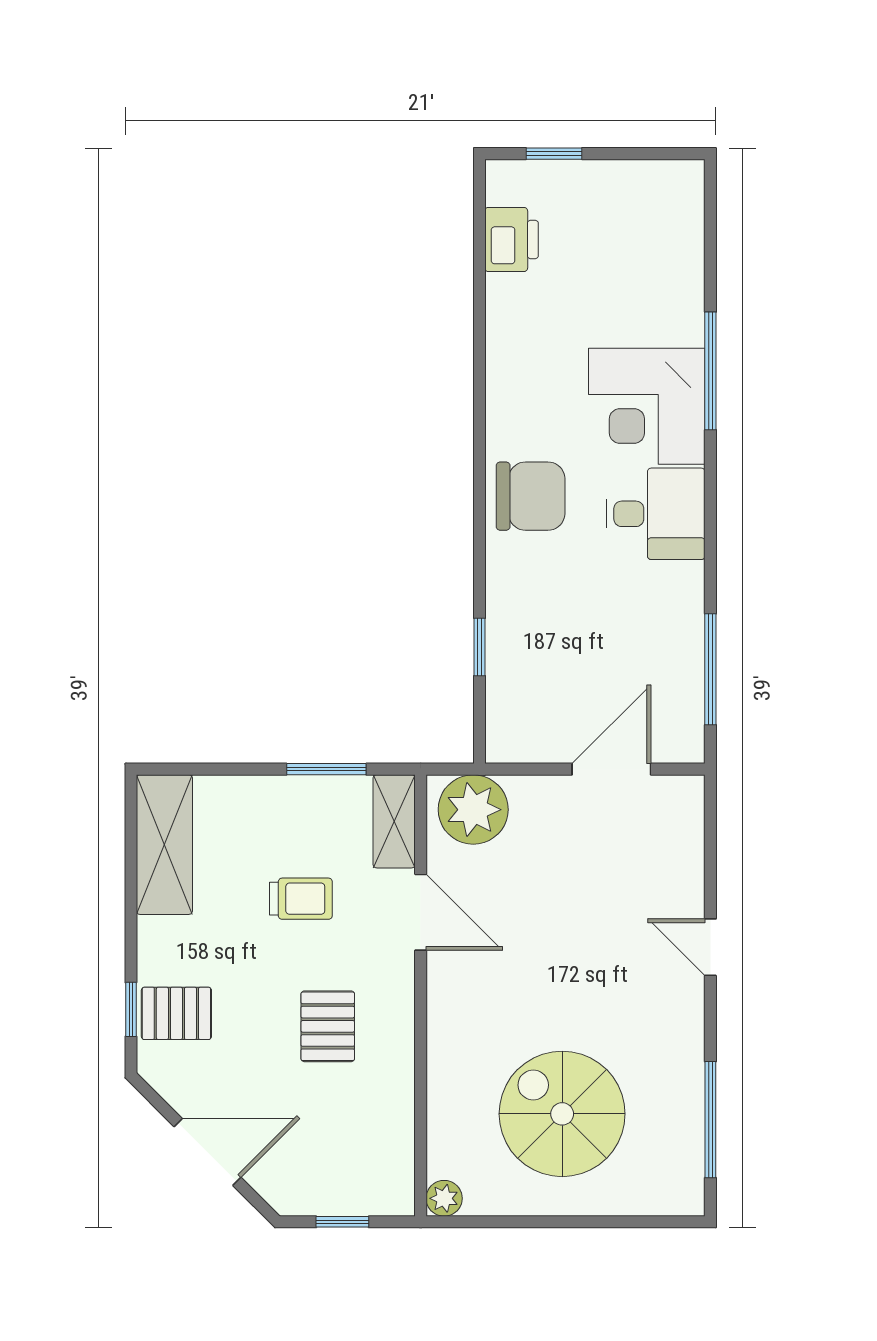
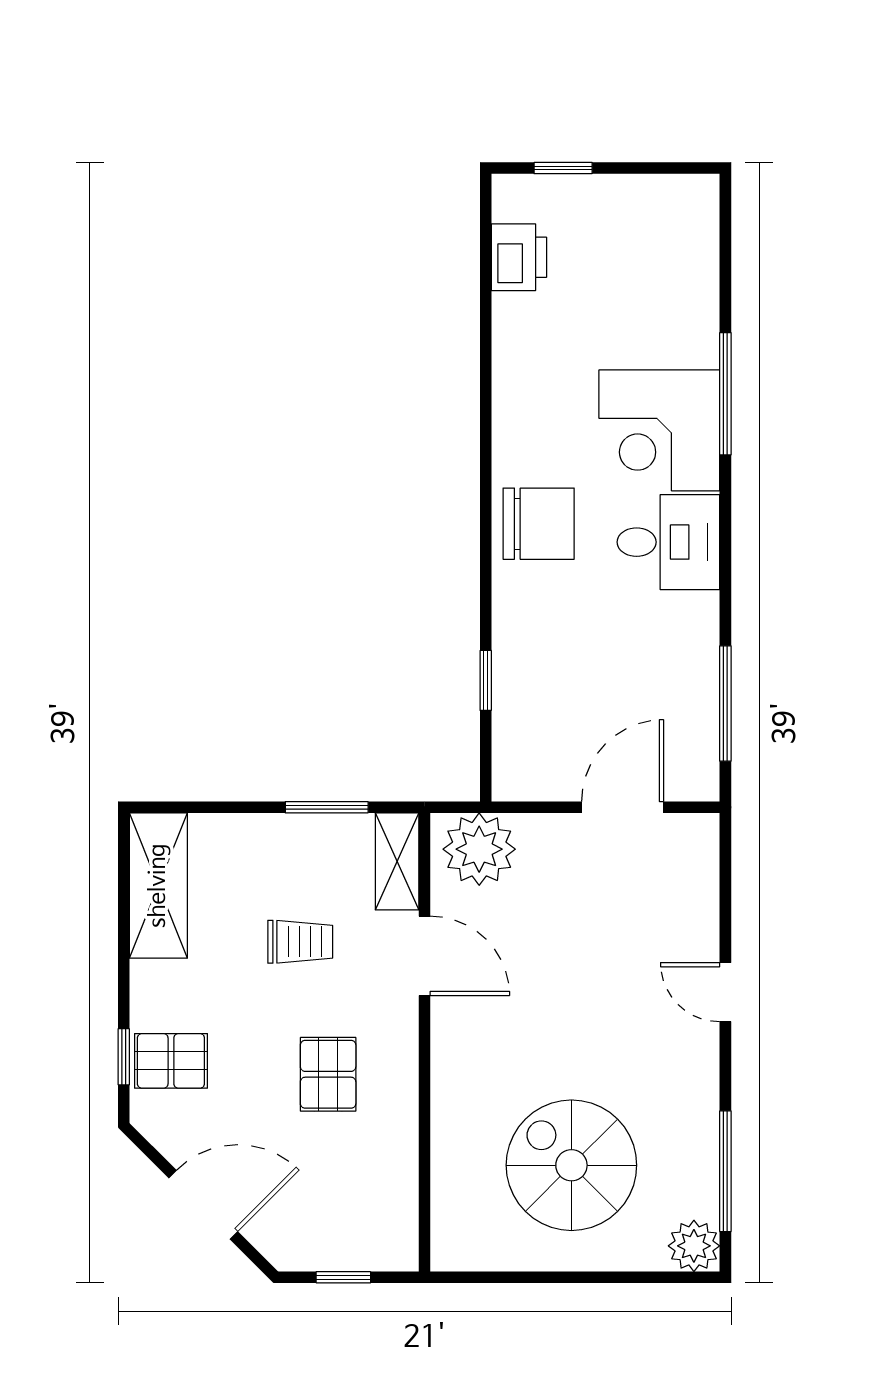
plant: (444, 1198) -> (694, 1246), moved, width x1.38, depth x1.38

